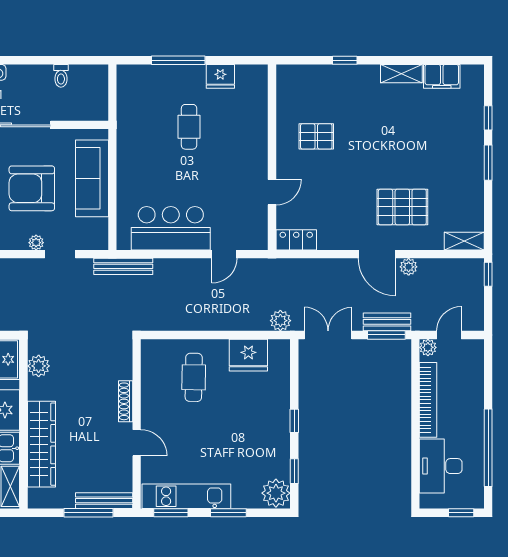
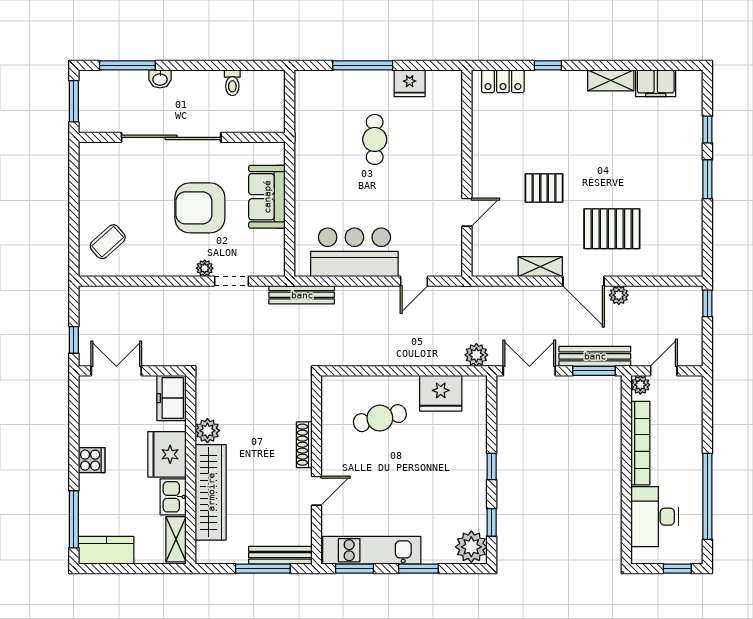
pallet: (316, 136) -> (544, 188), moved
sofa: (92, 178) -> (267, 197), width x0.73
locker: (296, 240) -> (503, 81), moved, turned 180
shelving: (464, 241) -> (540, 267), moved
bench: (387, 322) -> (595, 356), width x1.36
plant: (39, 366) -> (207, 431), moved
cafe table: (194, 377) -> (380, 418), turned 75
door: (137, 443) -> (316, 491), hinge flipped

